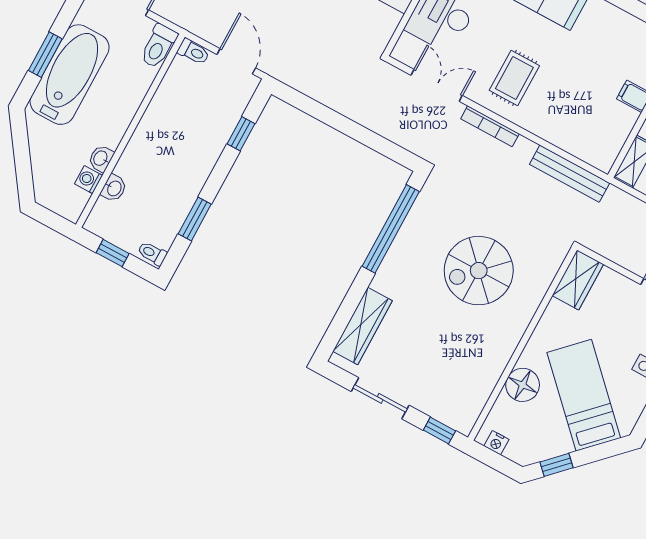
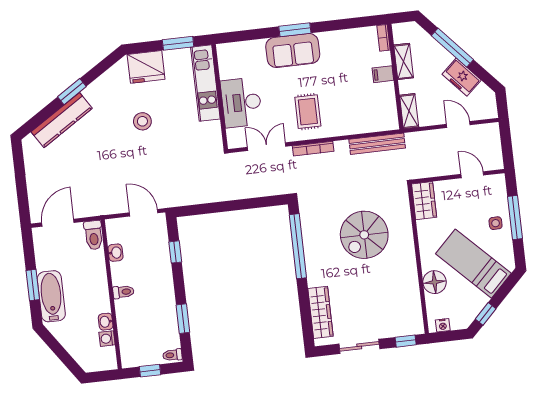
toilet: (193, 52) -> (123, 292), moved
bathtub: (70, 75) -> (51, 296), width x0.73, depth x0.73
washbasin: (114, 188) -> (115, 253), moved

